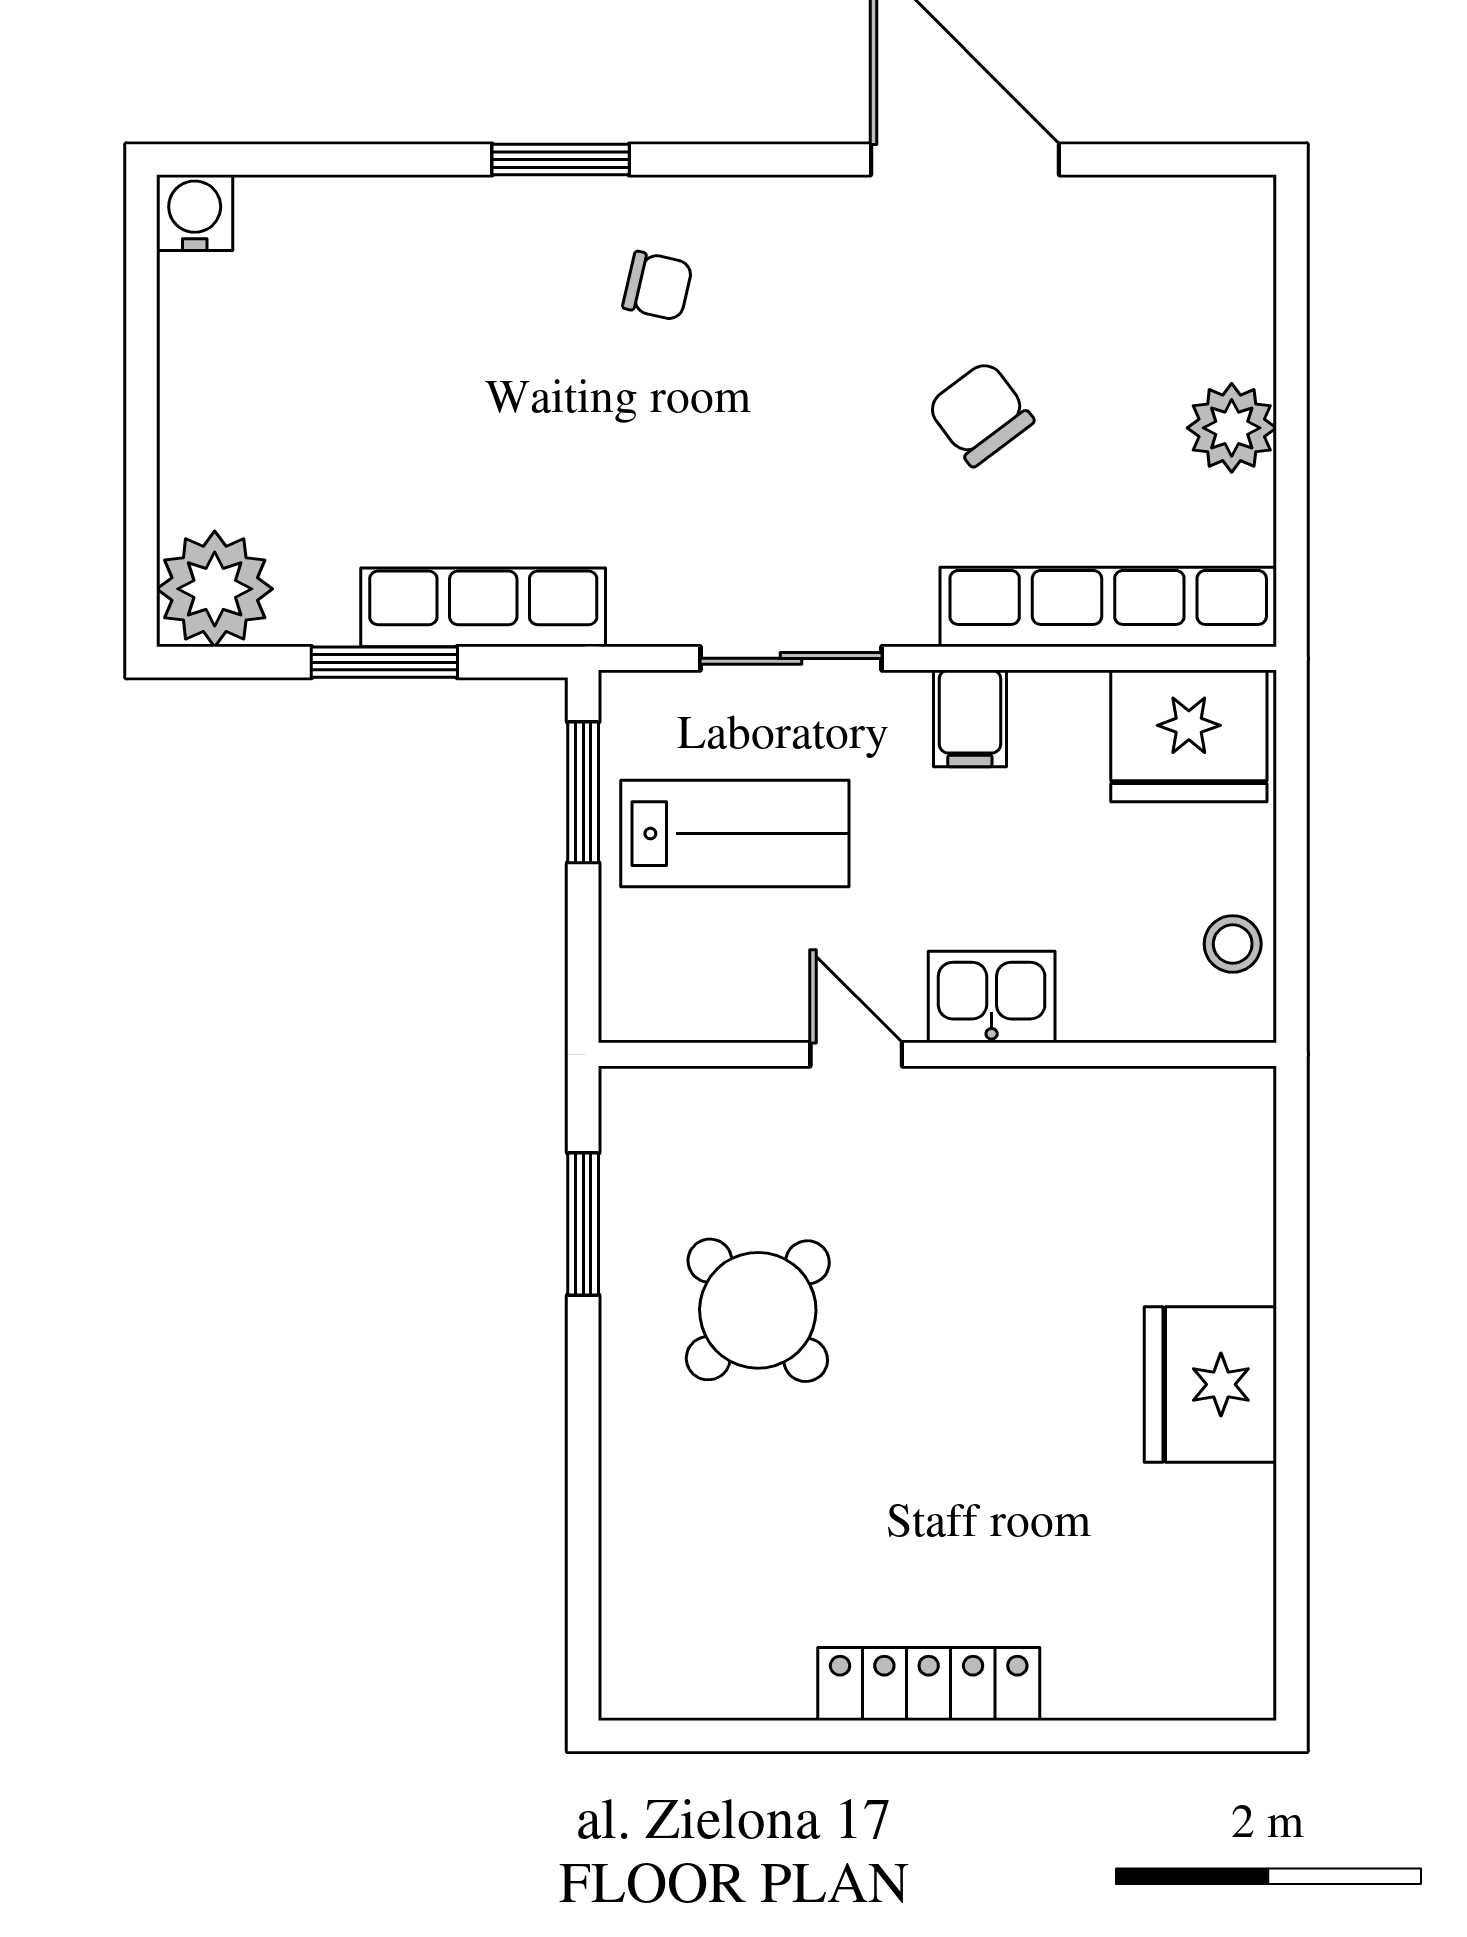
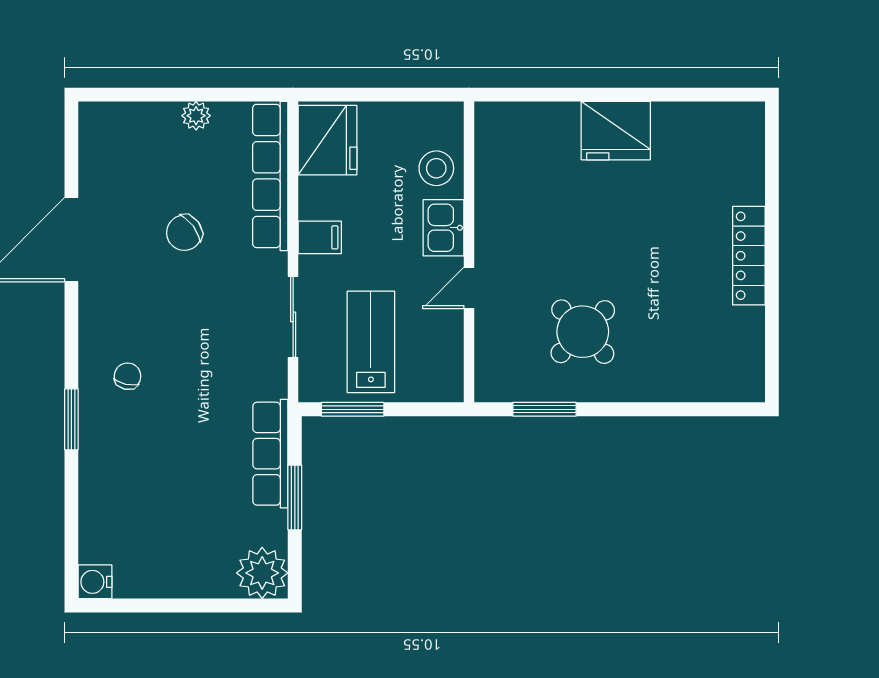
plant: (1232, 428) -> (196, 116), width x0.73, depth x0.73
stool: (1233, 944) -> (436, 168), moved, width x1.37, depth x1.37

